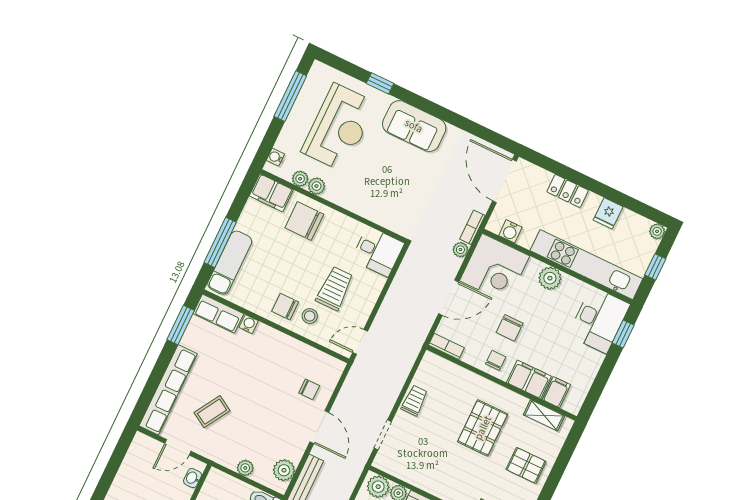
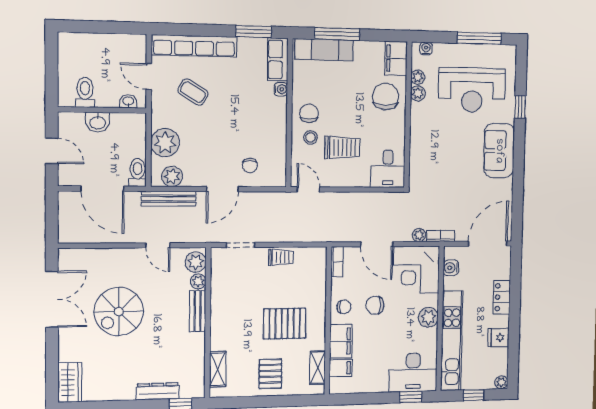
plant: (245, 468) -> (165, 143), width x1.88, depth x1.88

